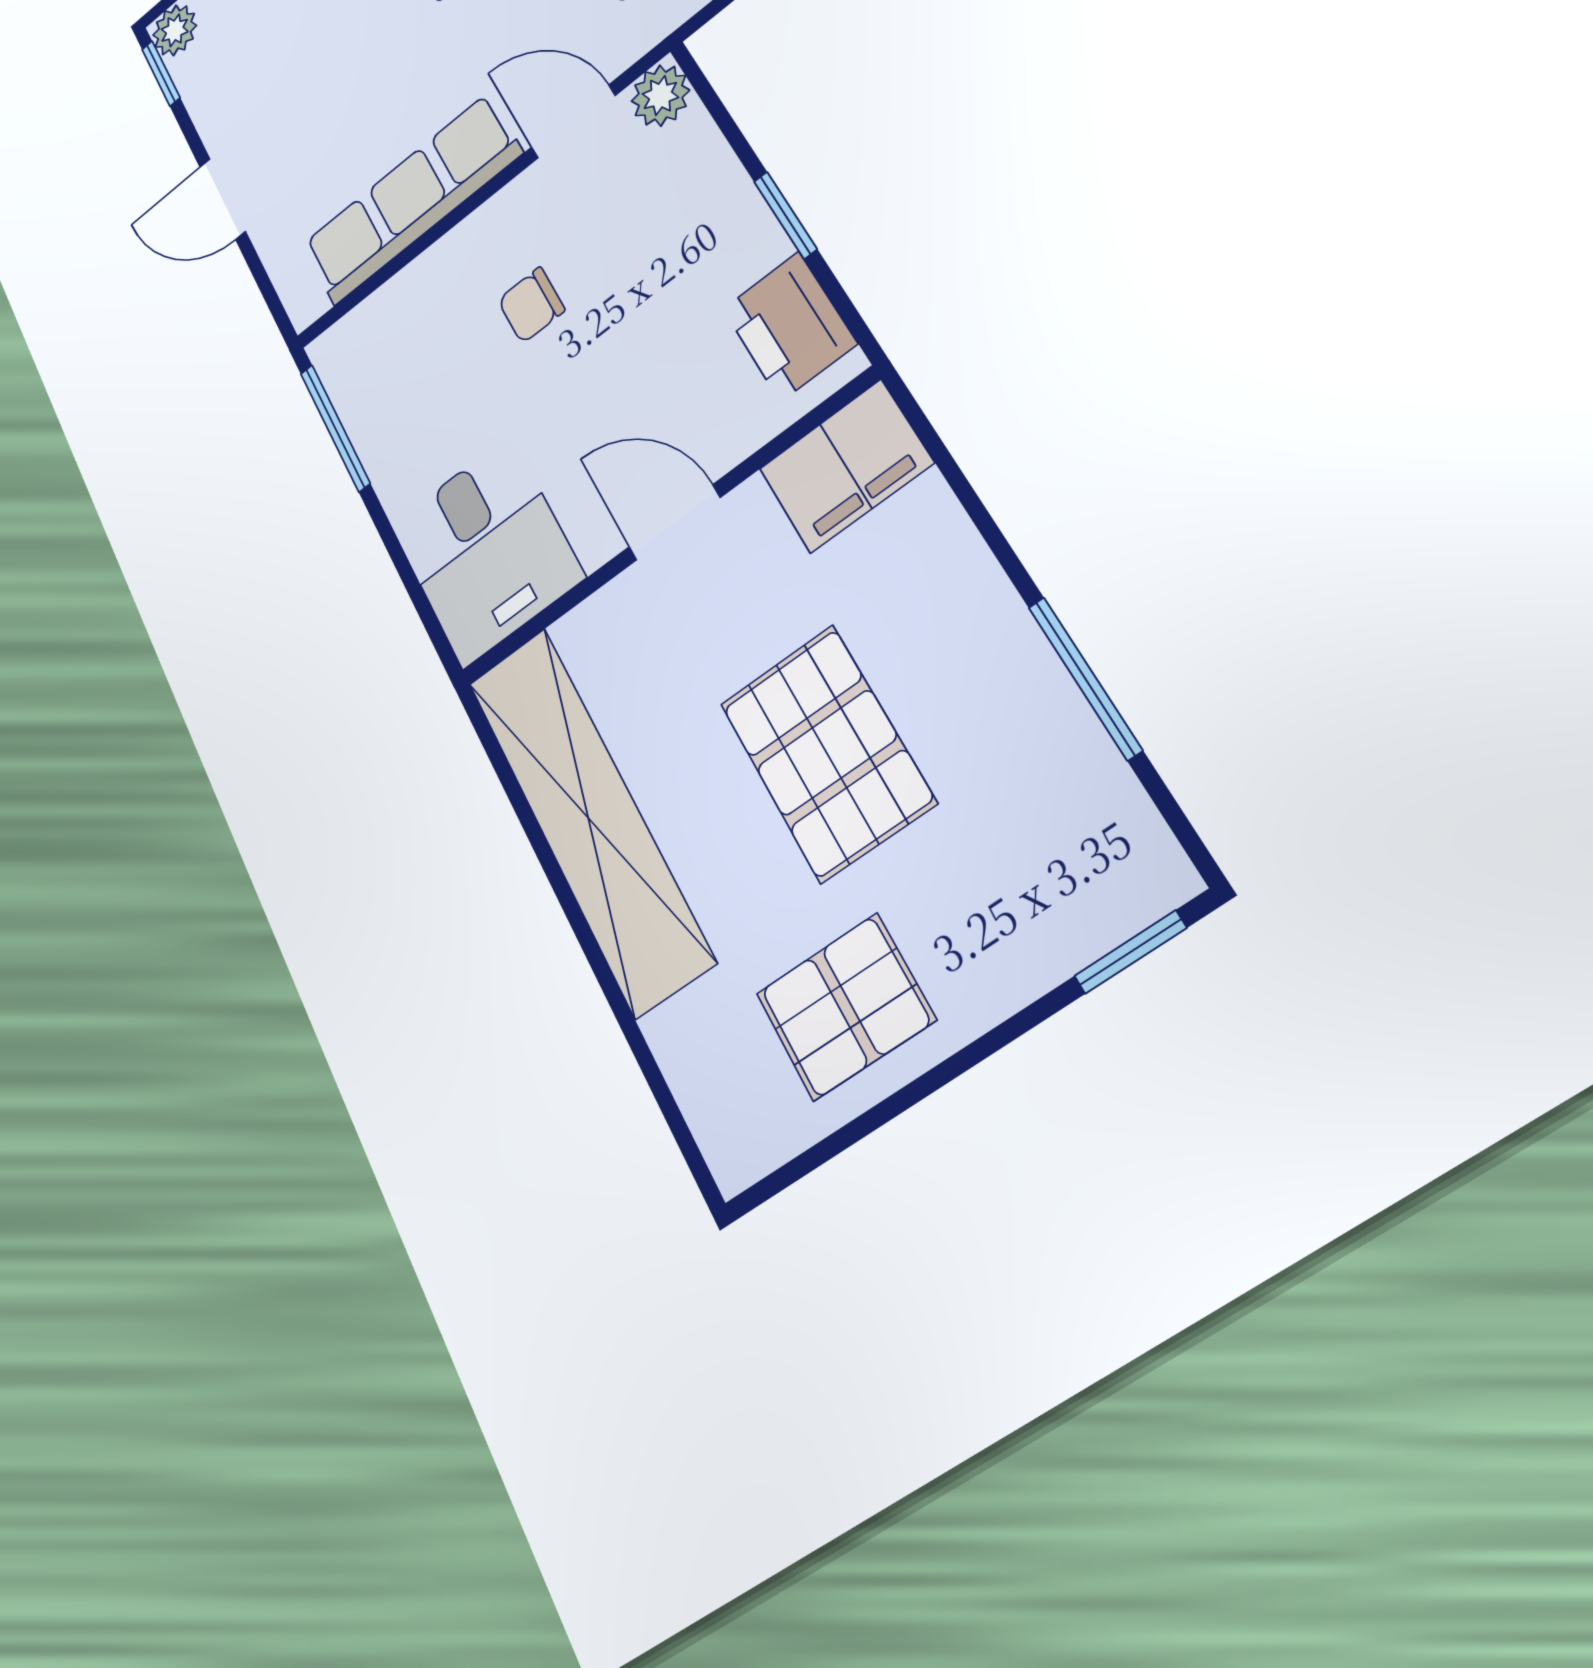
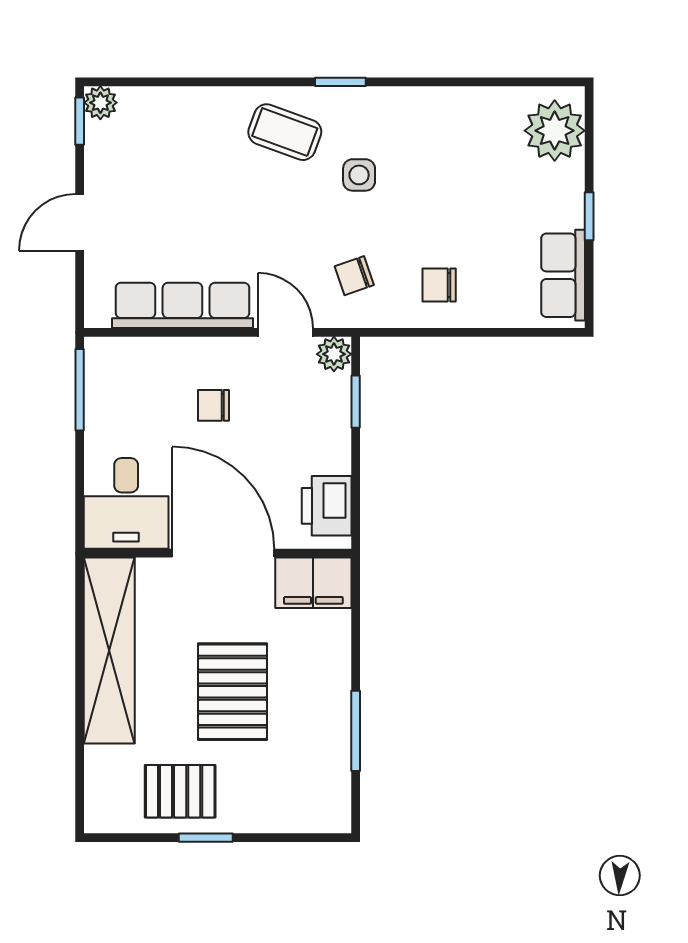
door: (223, 199) -> (80, 222), hinge flipped
window: (785, 215) -> (356, 402), moved
door: (674, 522) -> (223, 553), width x1.88
window: (1130, 952) -> (206, 838), moved

